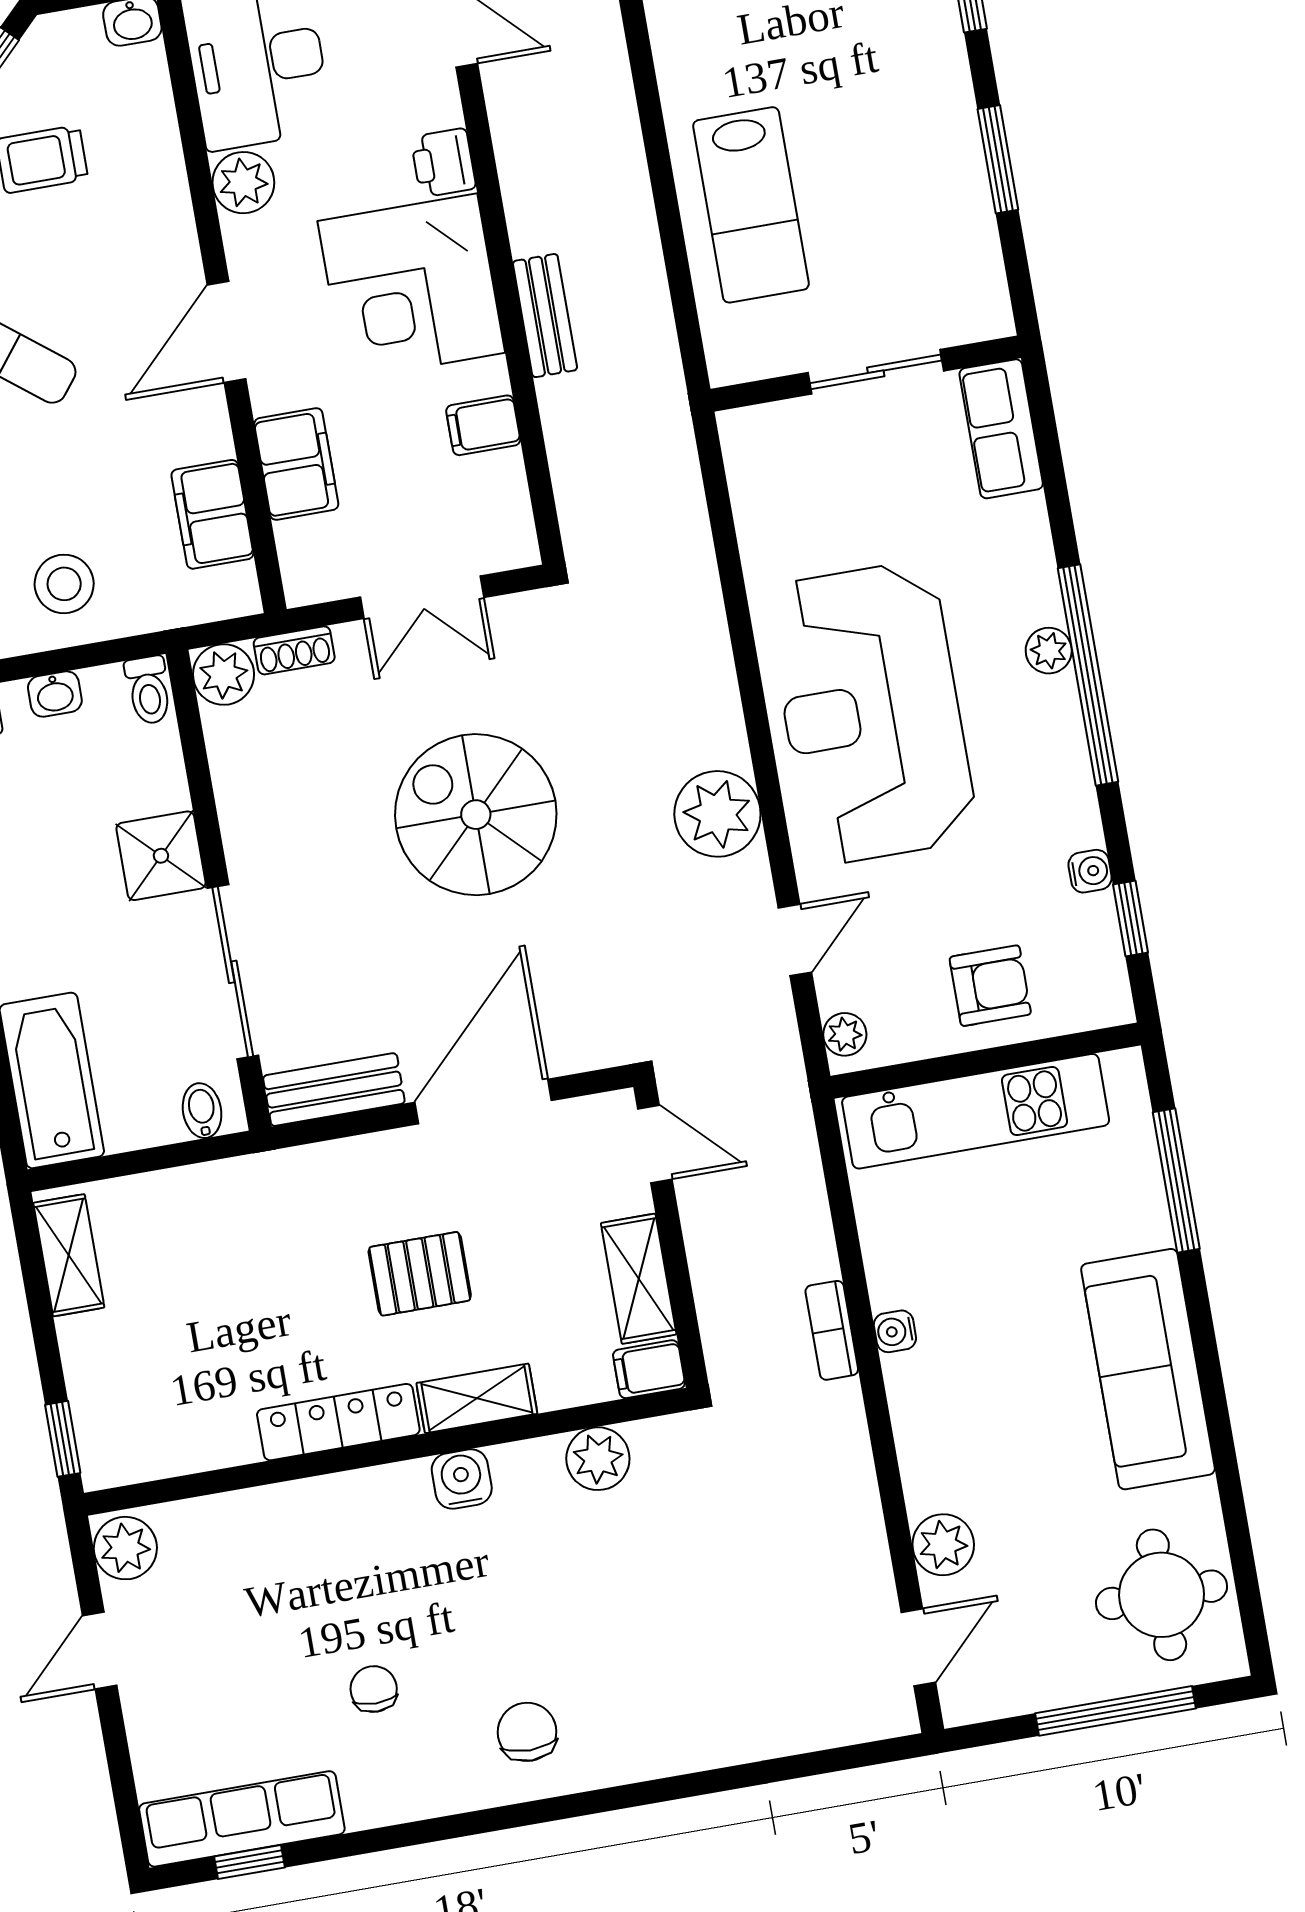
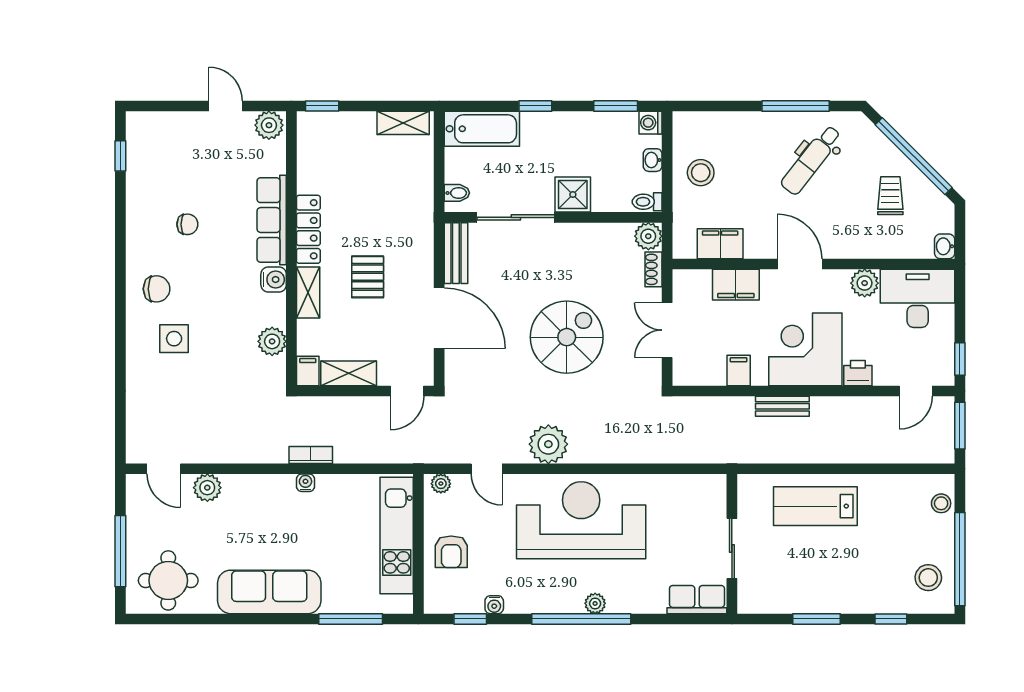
side table: (629, 1675) -> (174, 339), added
row of seats: (242, 1819) -> (272, 220), moved, turned 180

